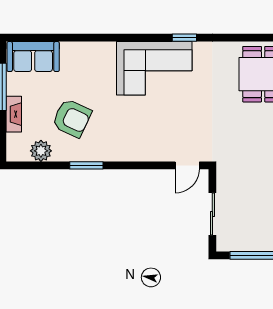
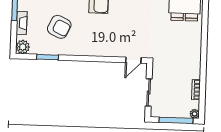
plant: (41, 151) -> (23, 47), moved
window: (86, 165) -> (47, 57), moved

